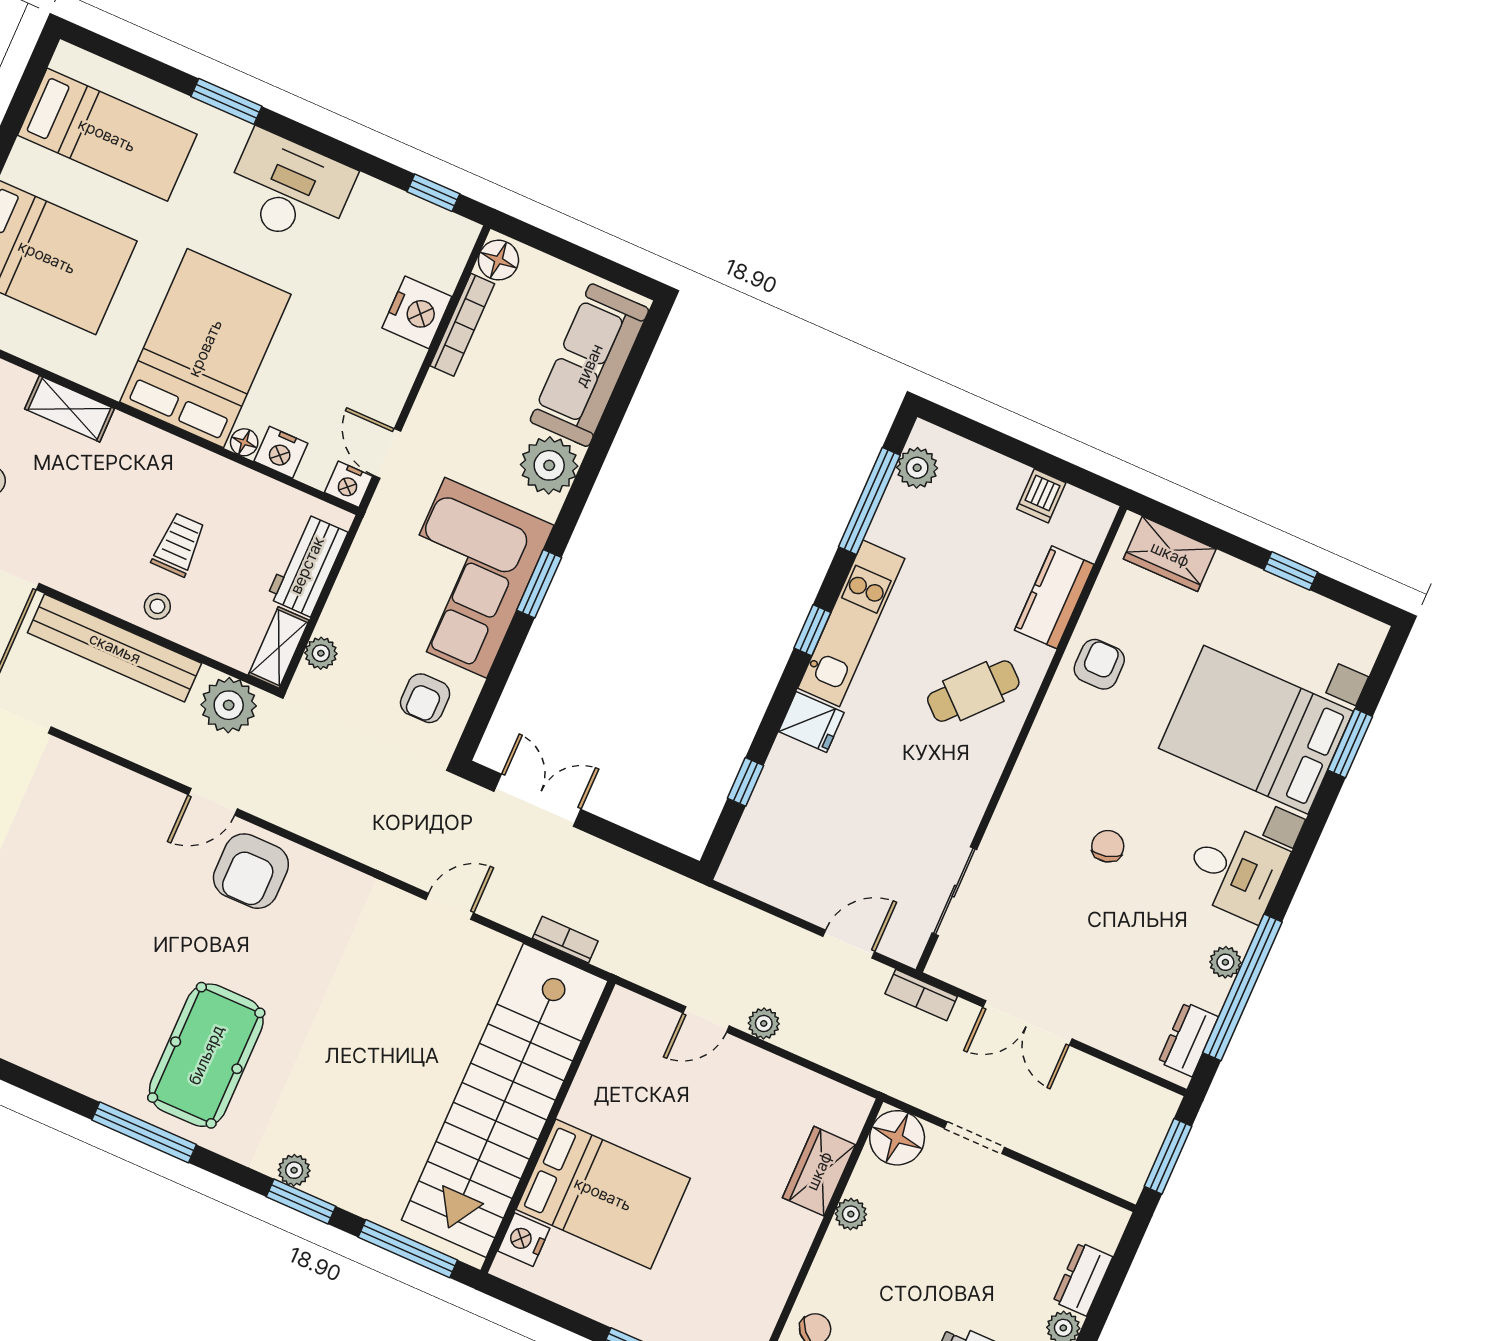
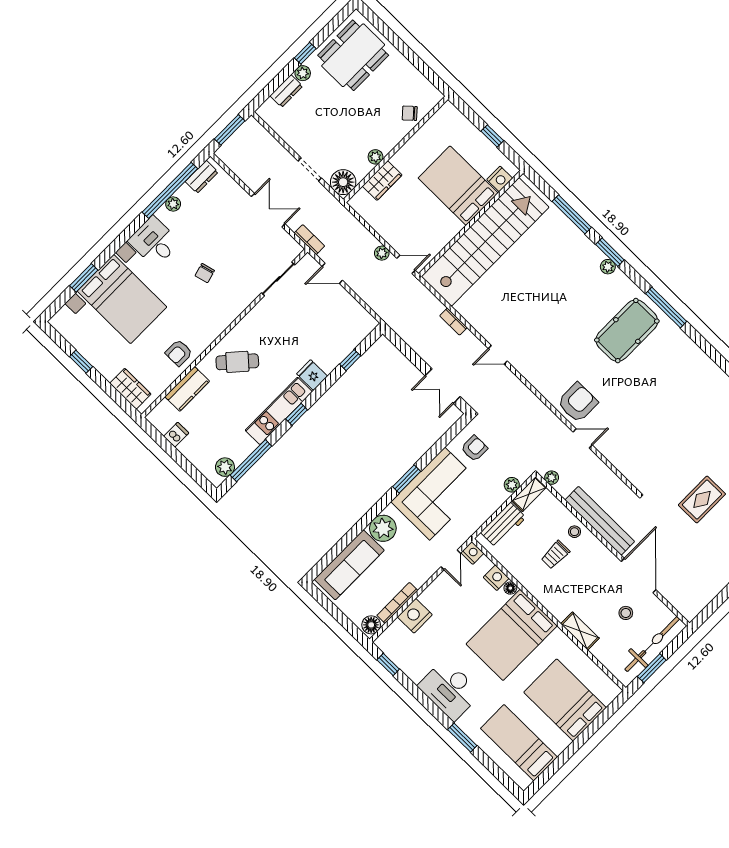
plant: (229, 705) -> (552, 478), width x0.53, depth x0.53
stairs: (505, 1100) -> (485, 242), moved
wall: (548, 1127) -> (471, 223), moved
bed: (603, 1194) -> (458, 186), moved
nightstand: (524, 1240) -> (500, 179), moved

